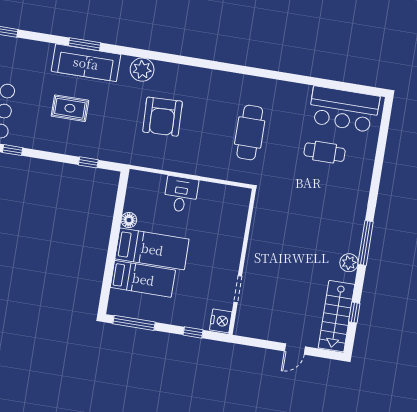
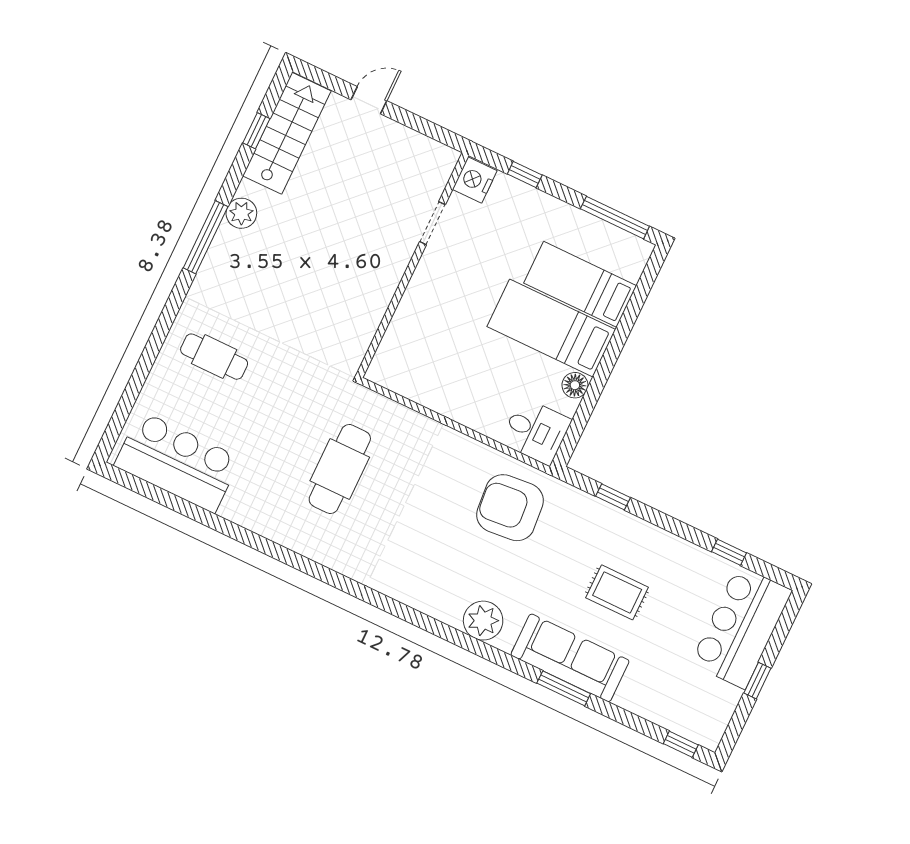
armchair: (163, 117) -> (510, 508), moved, turned -93
cafe table: (325, 152) -> (214, 357), moved
desk: (181, 194) -> (536, 431), moved, turned -90

